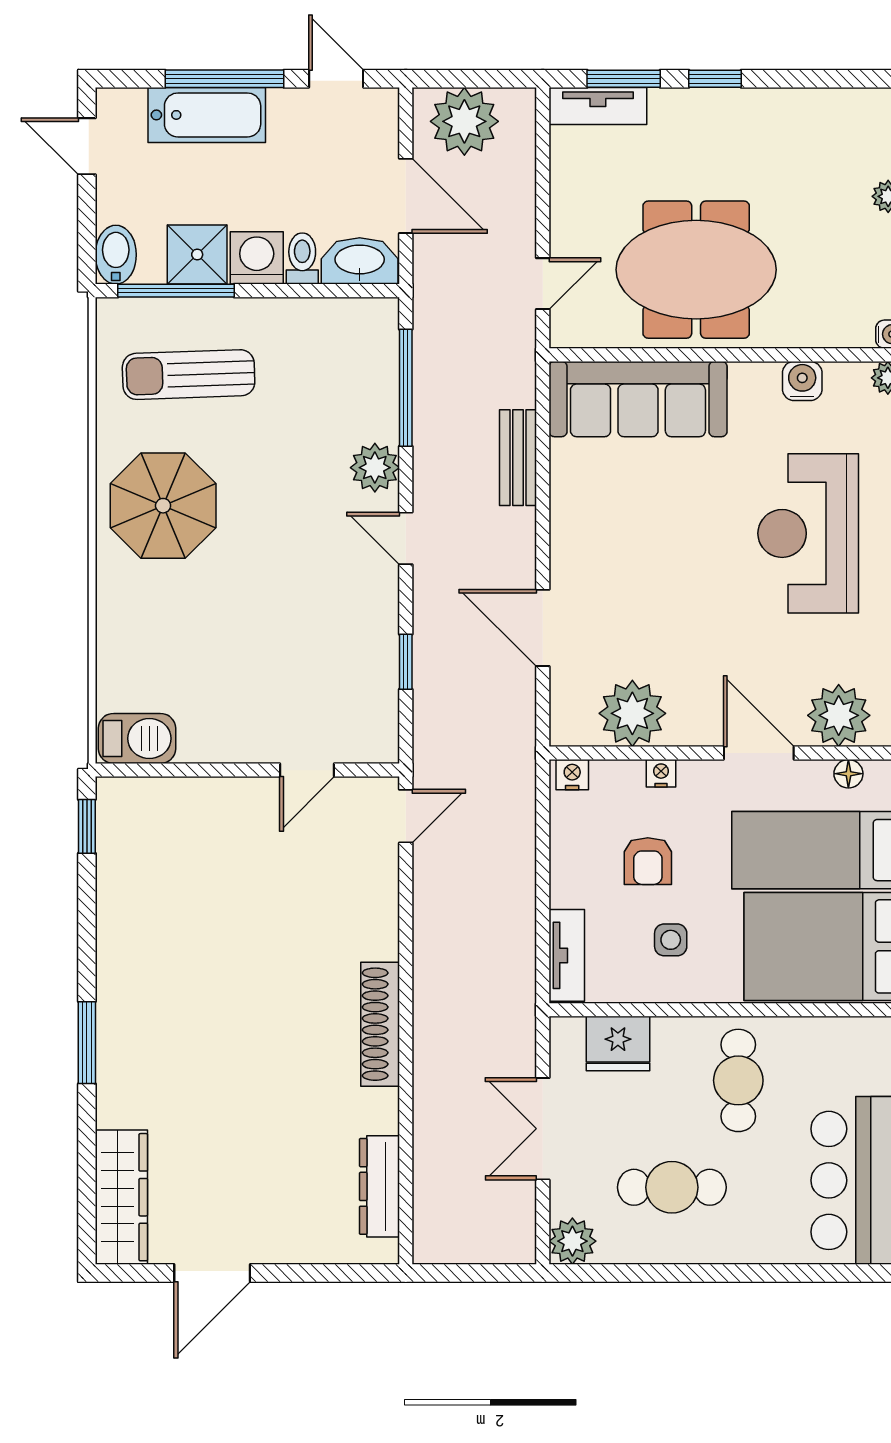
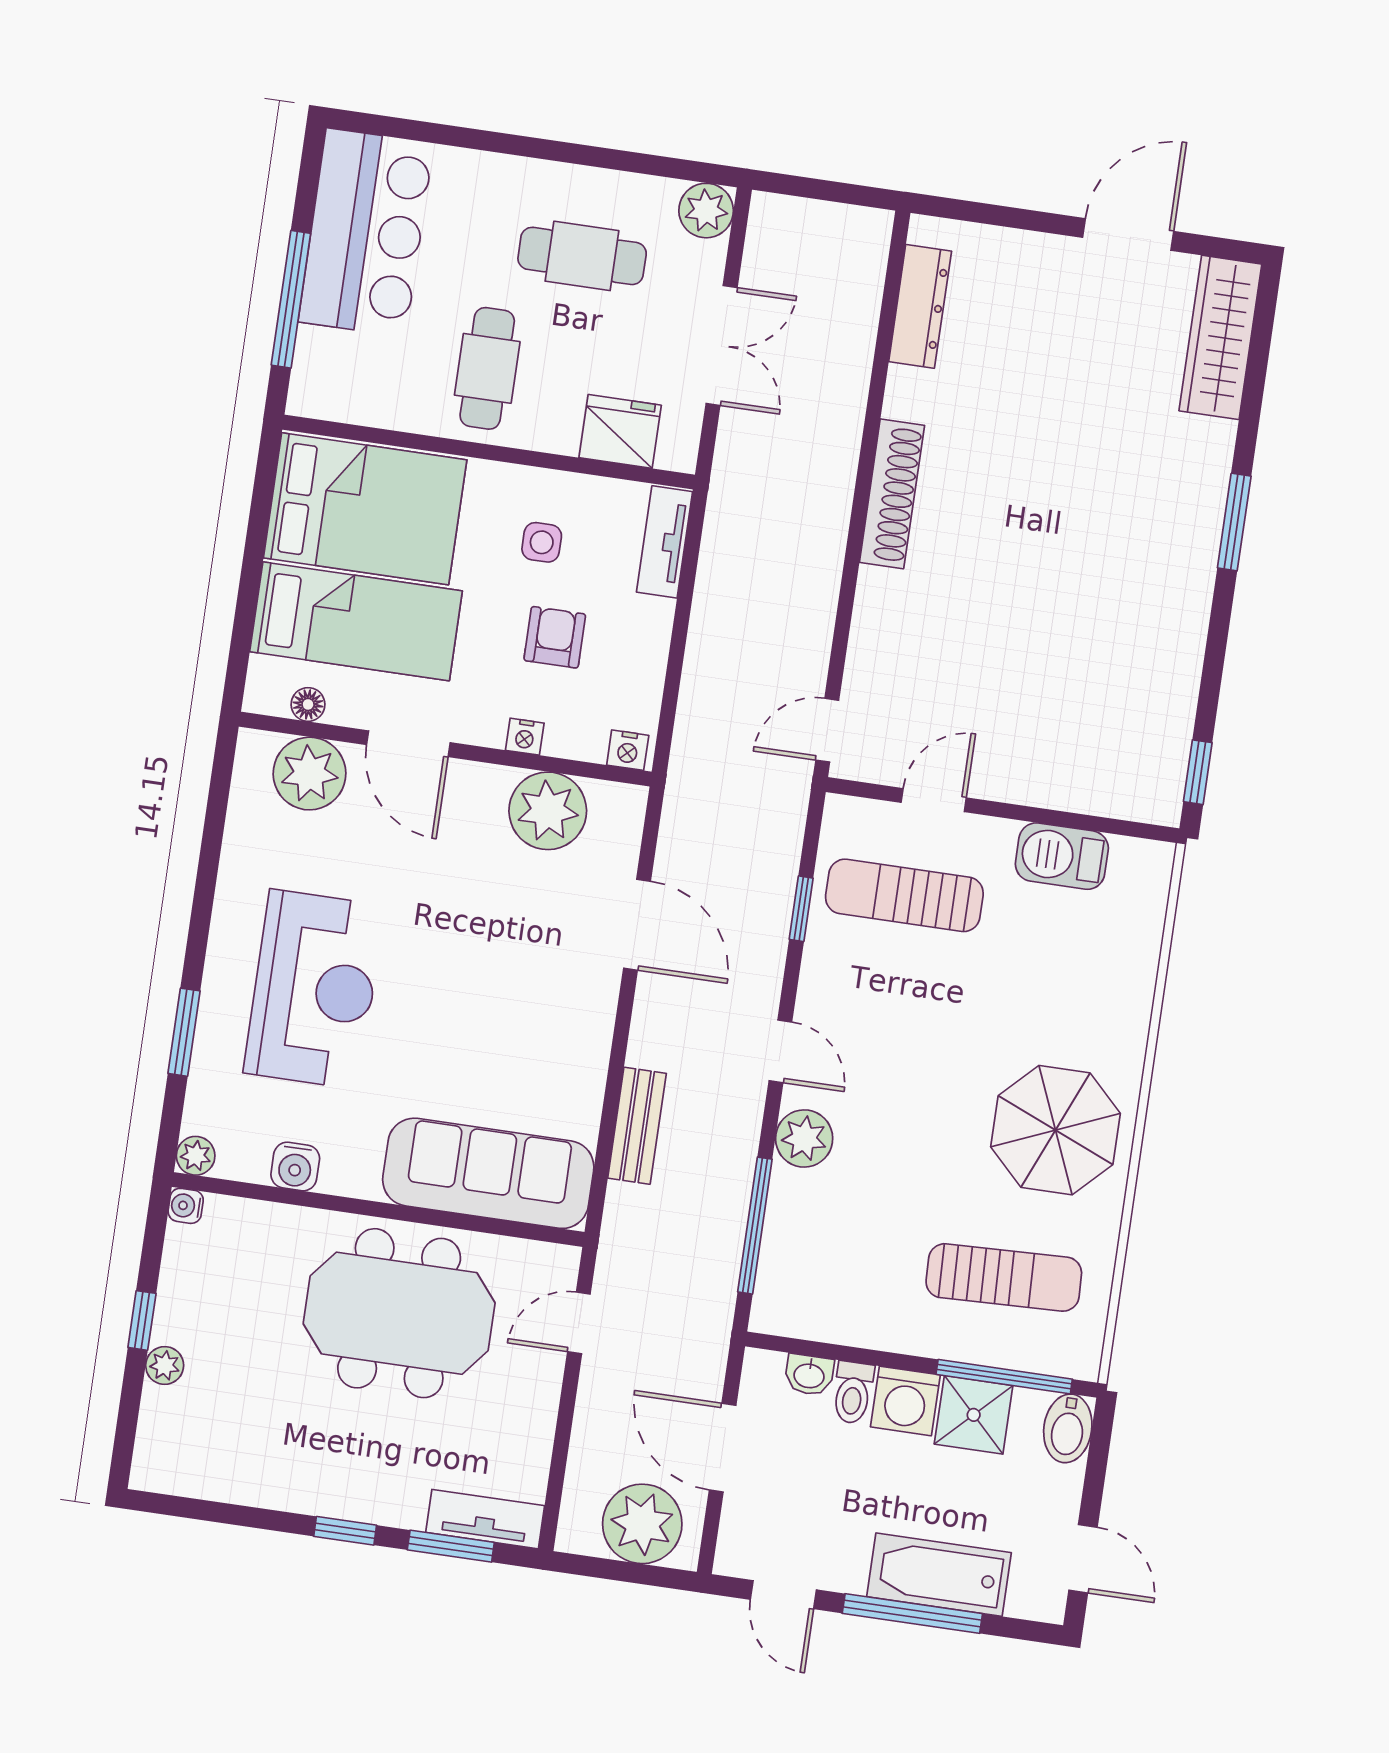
washbasin: (360, 261) -> (809, 1375), width x0.52, depth x0.69
sun lounger: (320, 686) -> (904, 895), added
barbecue: (137, 738) -> (1062, 856), moved

